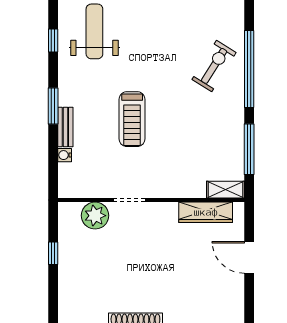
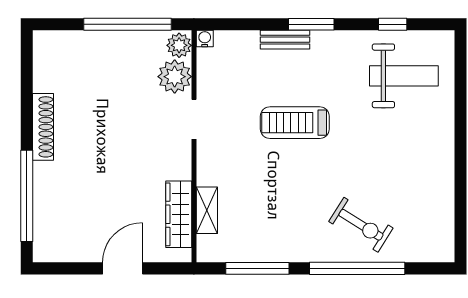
water cooler: (65, 155) -> (205, 39), moved
shelving: (225, 190) -> (207, 210), moved
plant: (70, 212) -> (179, 45), added
window: (53, 253) -> (128, 24), width x3.17

